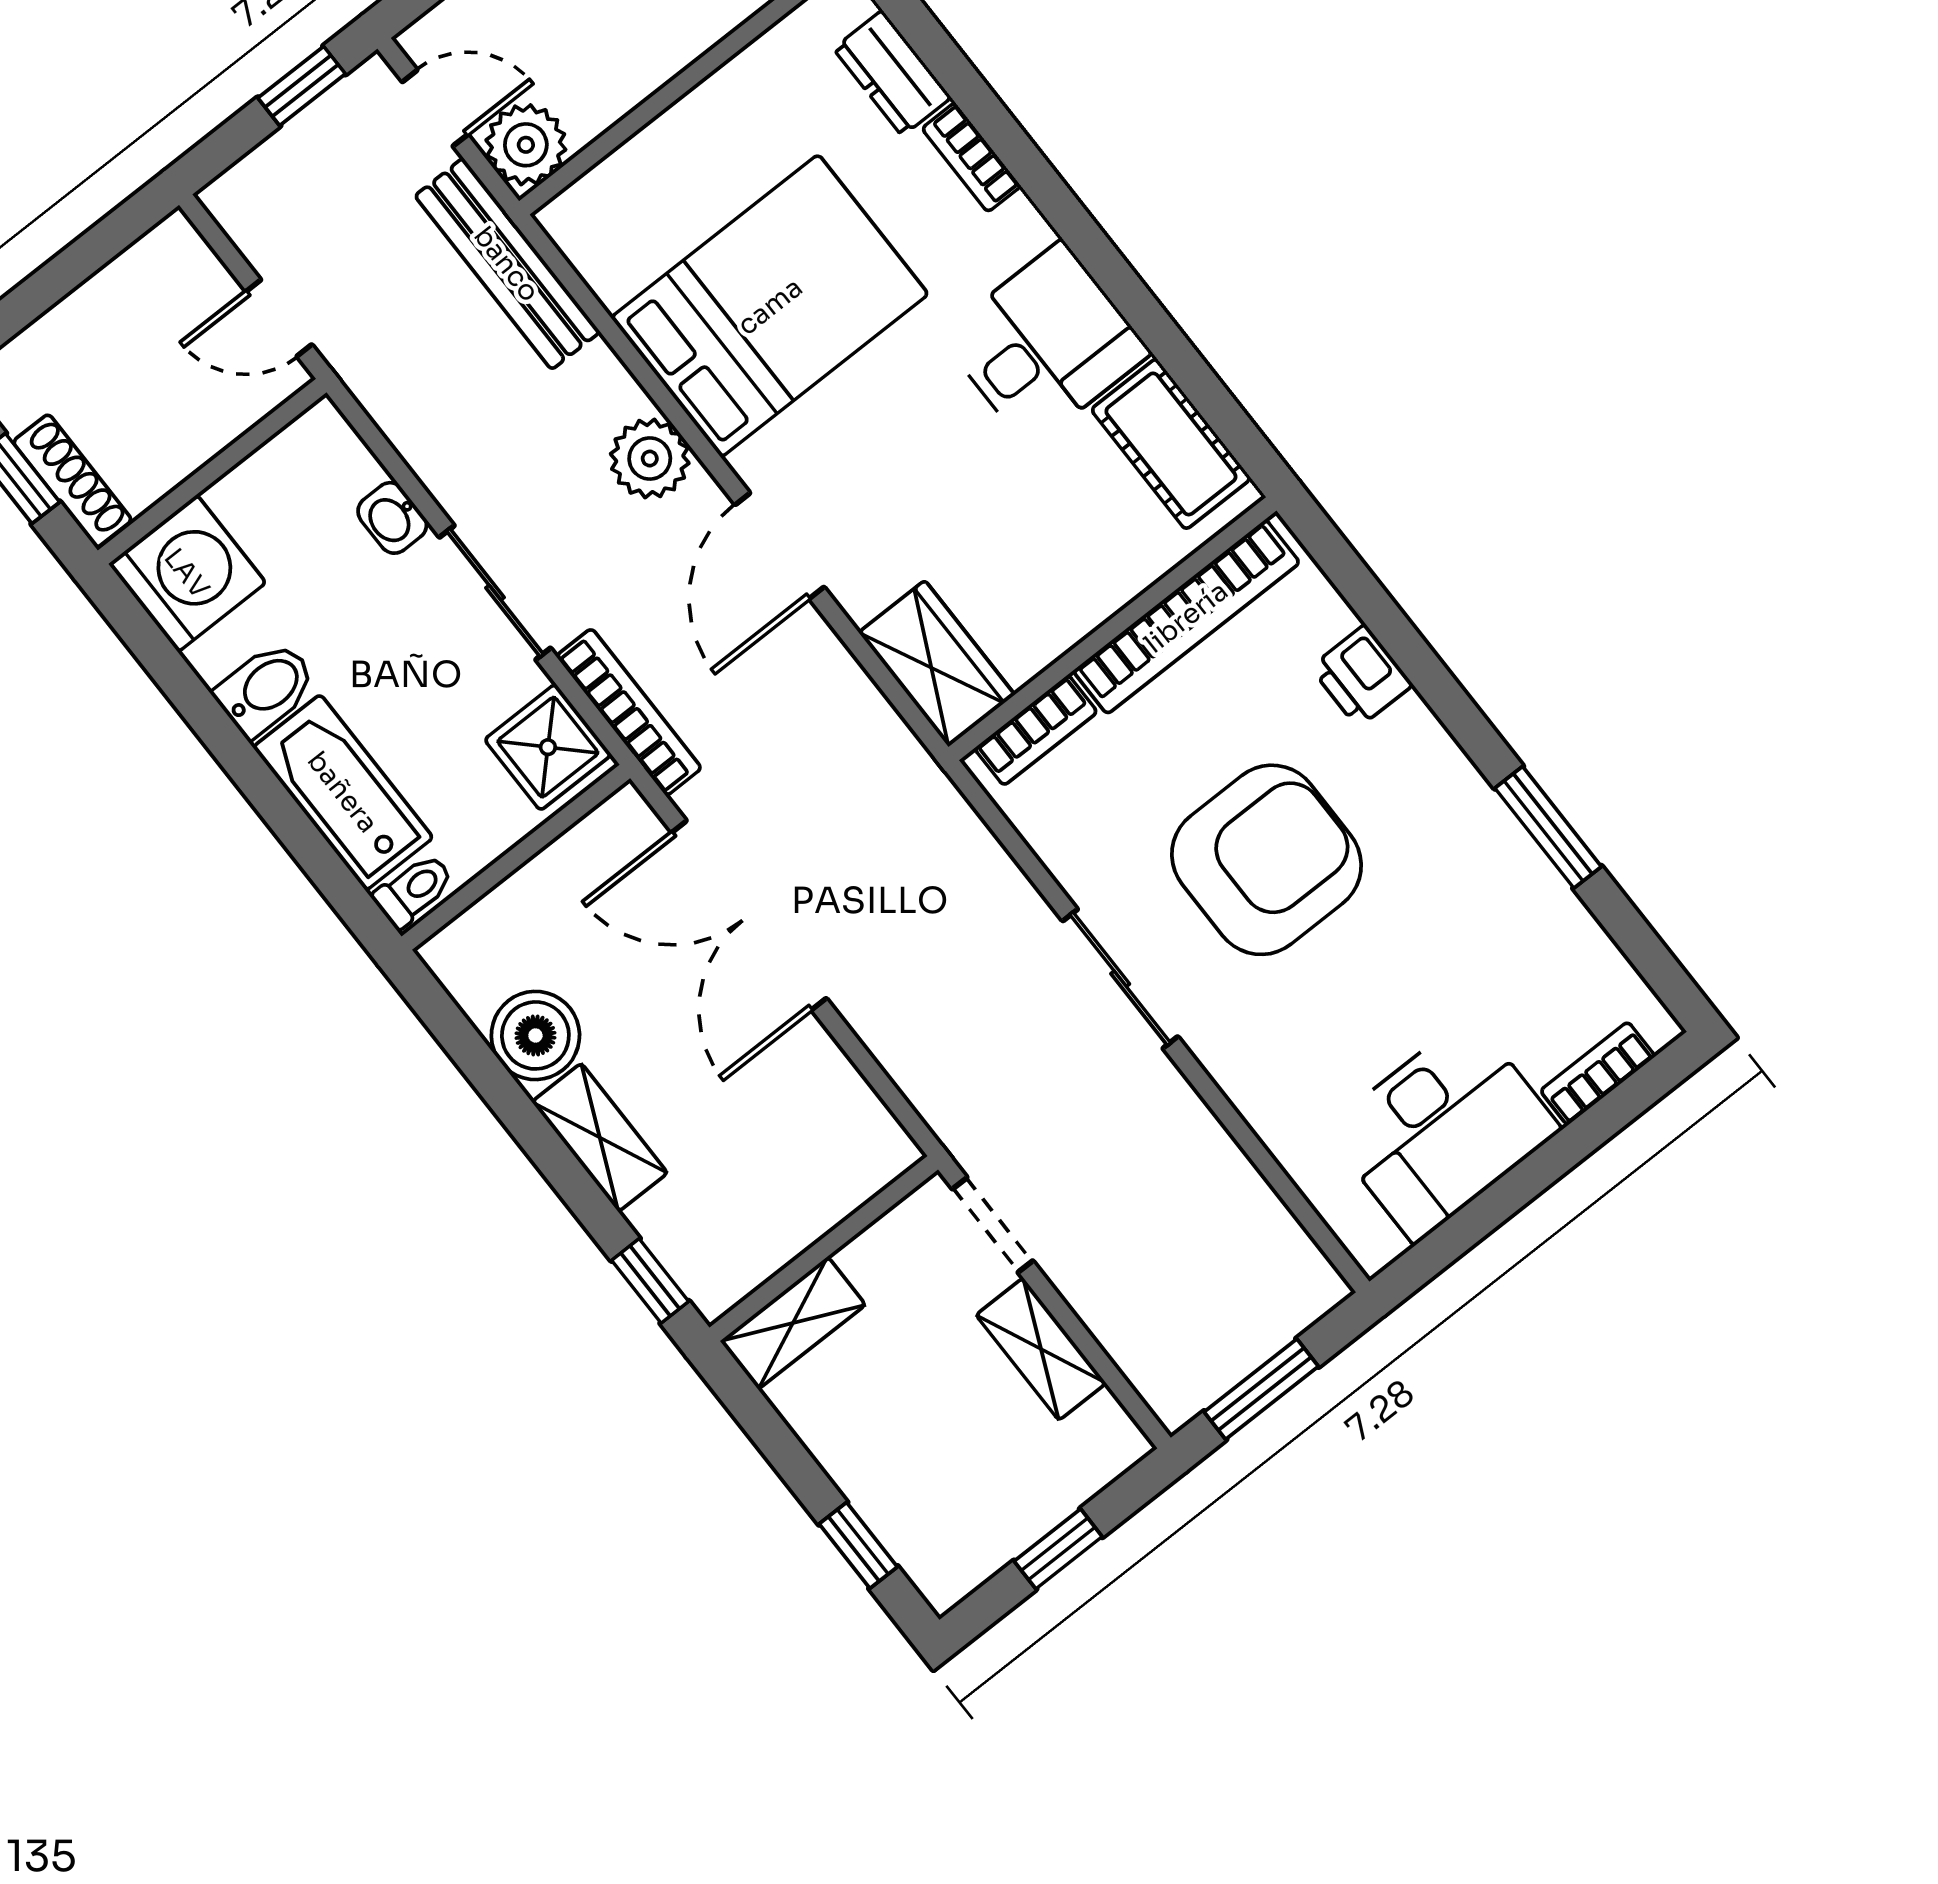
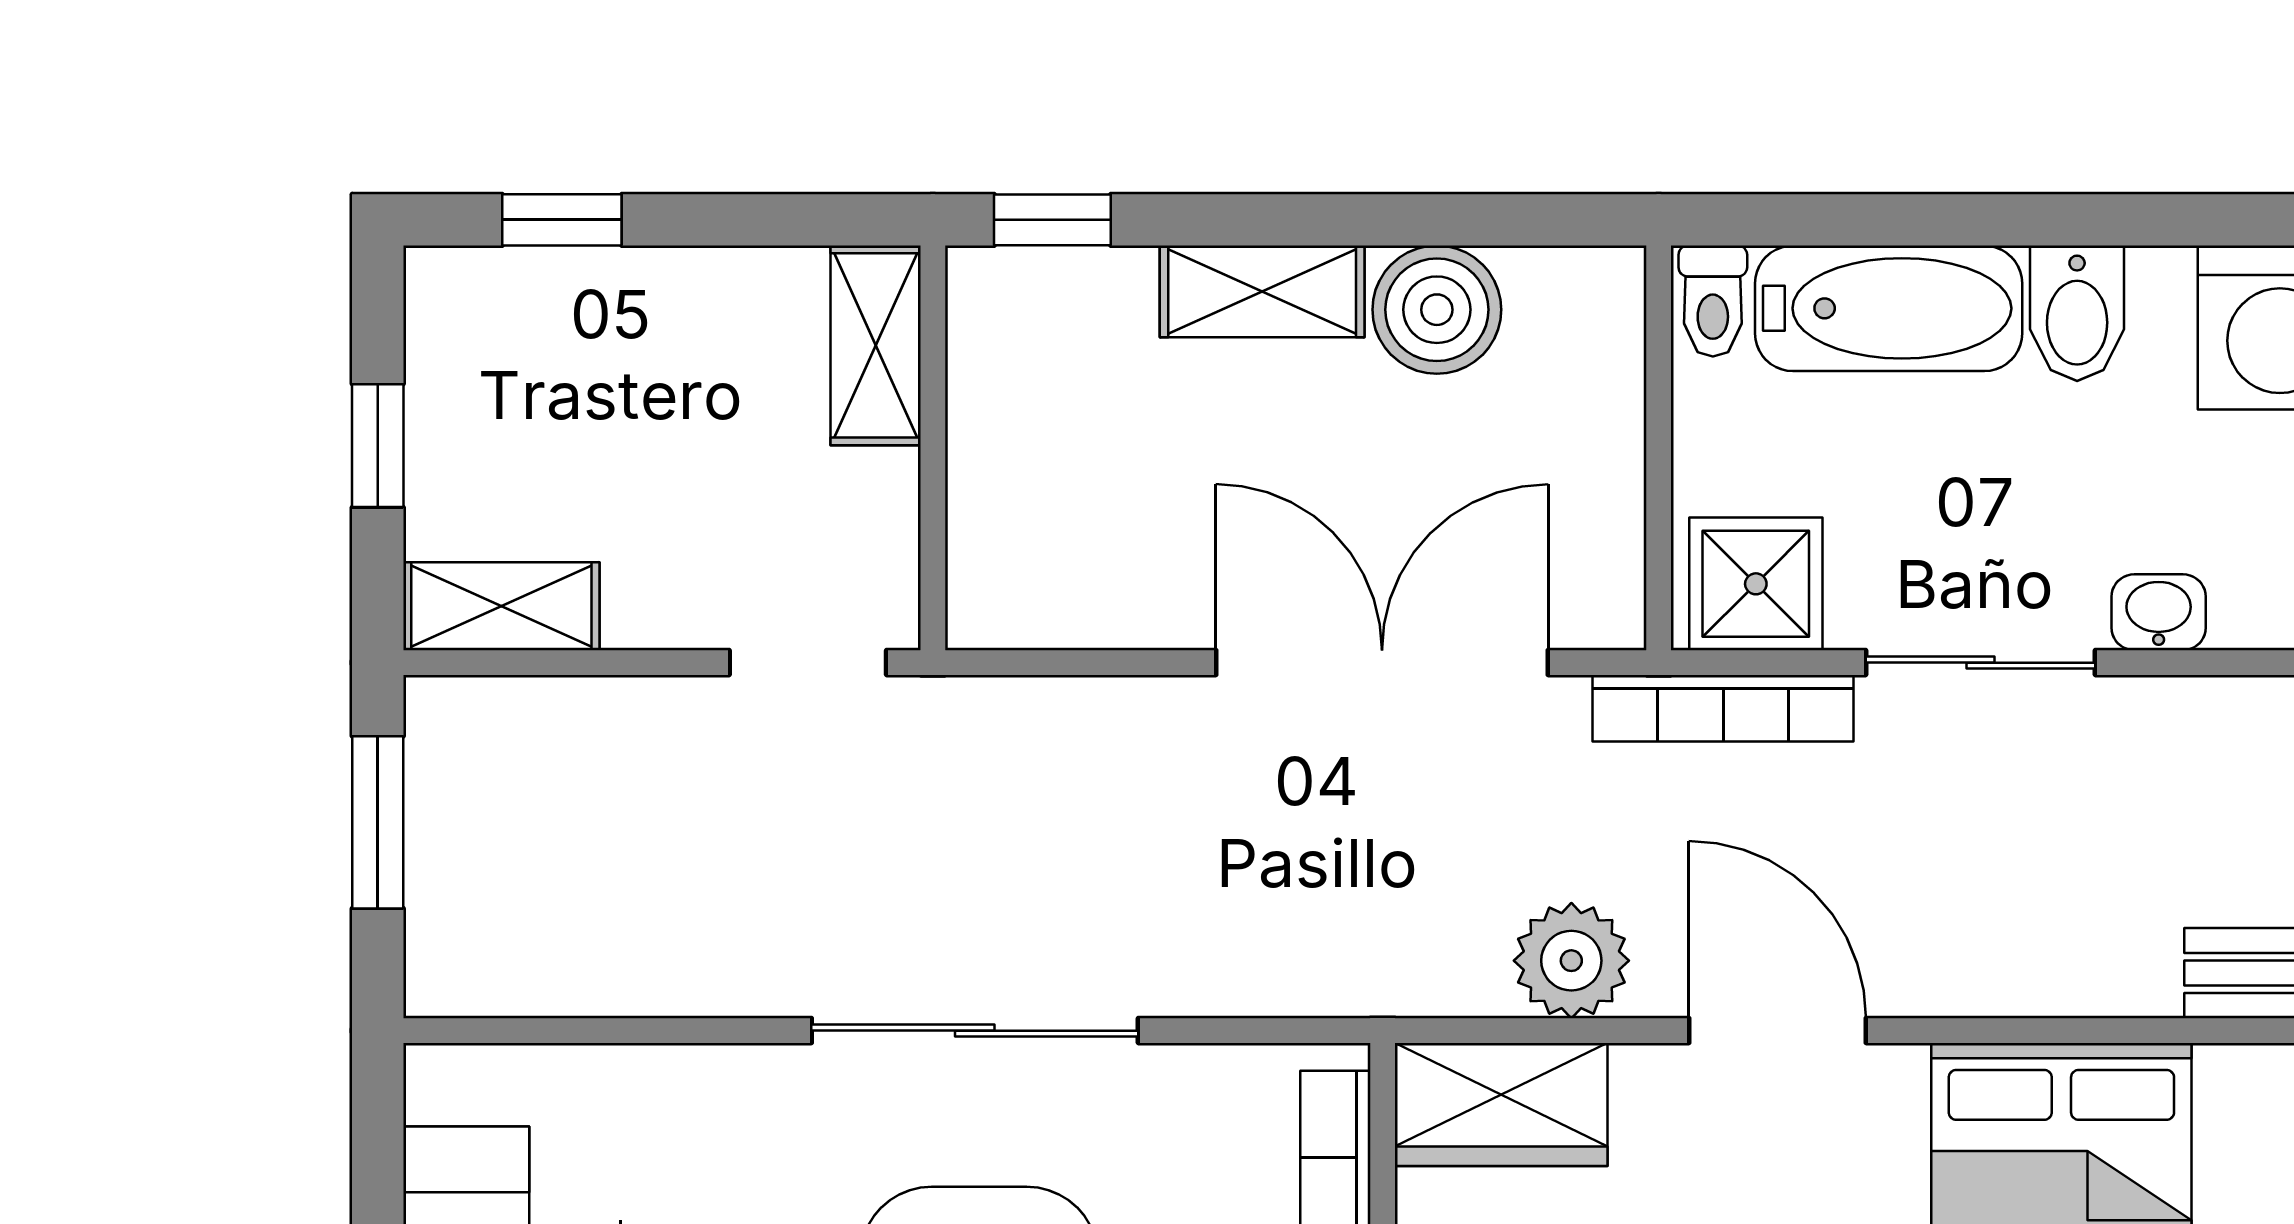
plant: (650, 459) -> (1571, 961), moved
sliding door: (1120, 979) -> (975, 1031), width x1.37
shelving: (1041, 1349) -> (501, 606), moved

